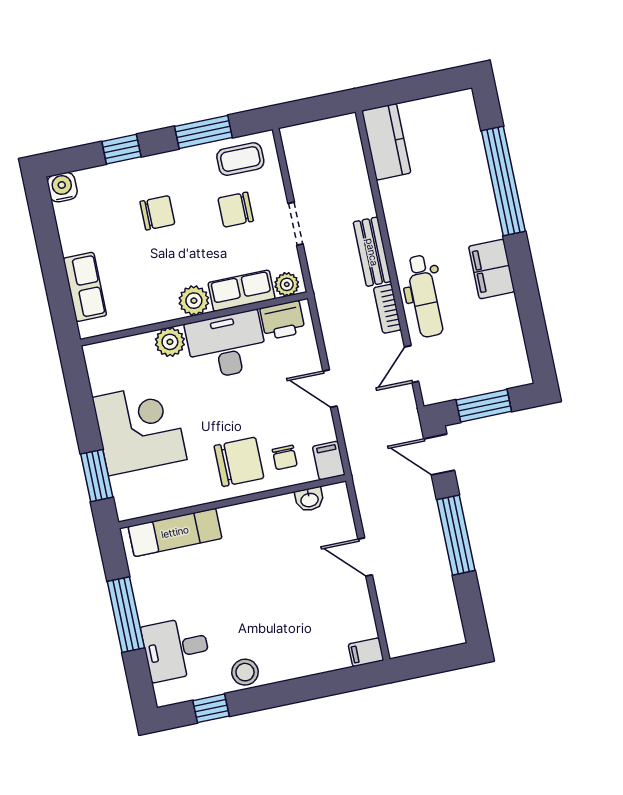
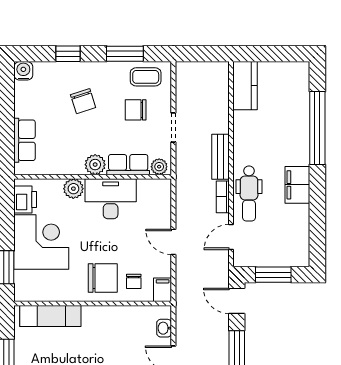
chair: (157, 213) -> (83, 101), turned 72
printer: (283, 320) -> (25, 199), moved, turned -90
washbasin: (309, 499) -> (164, 328), moved, turned 90

